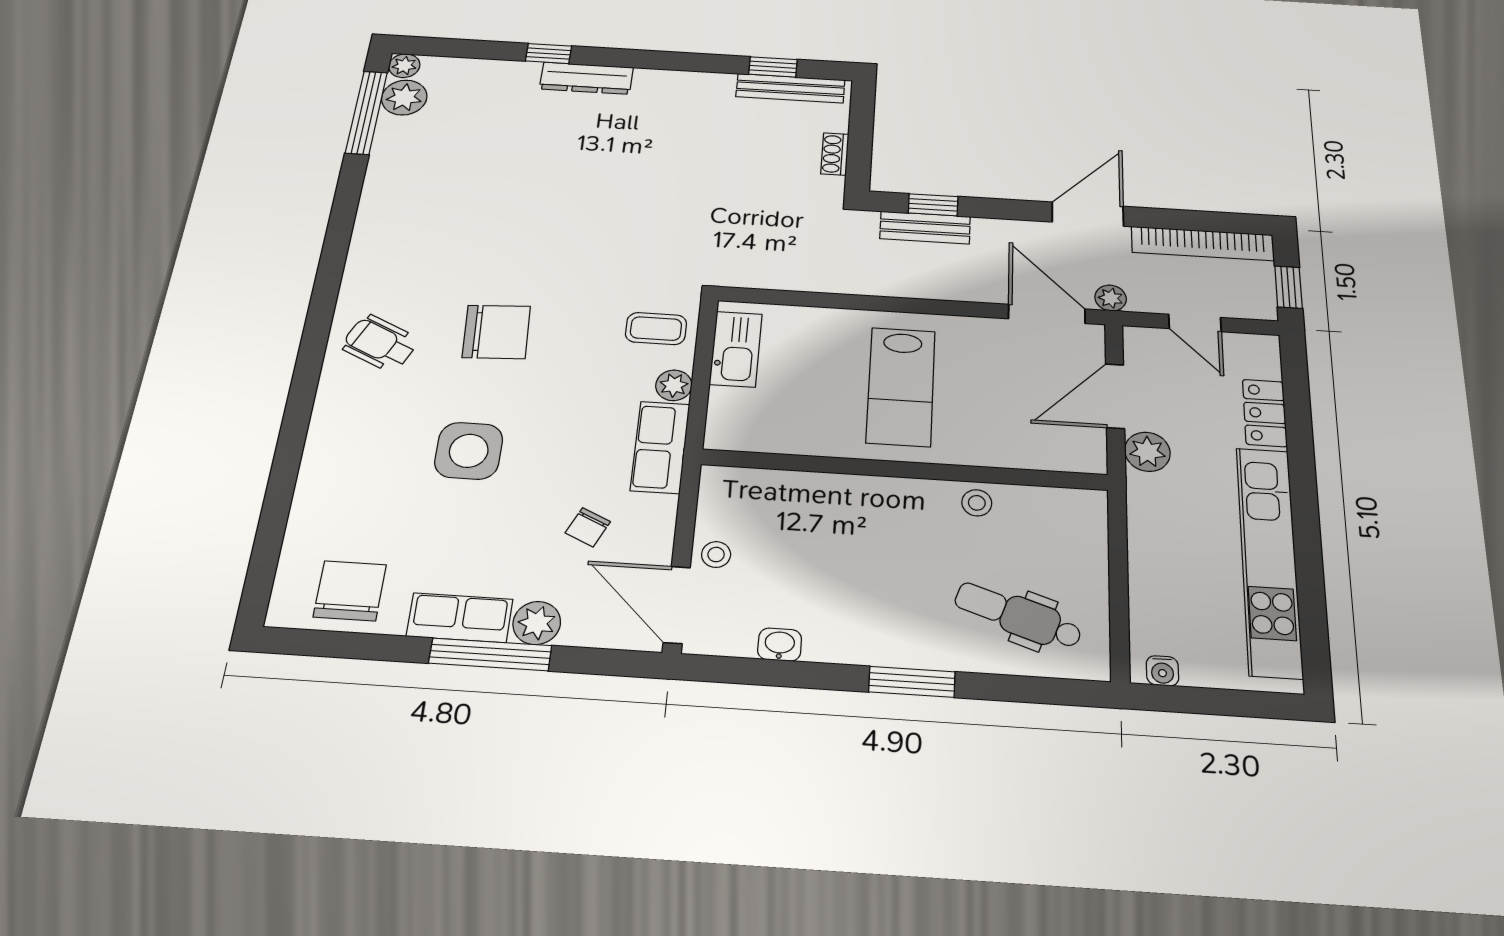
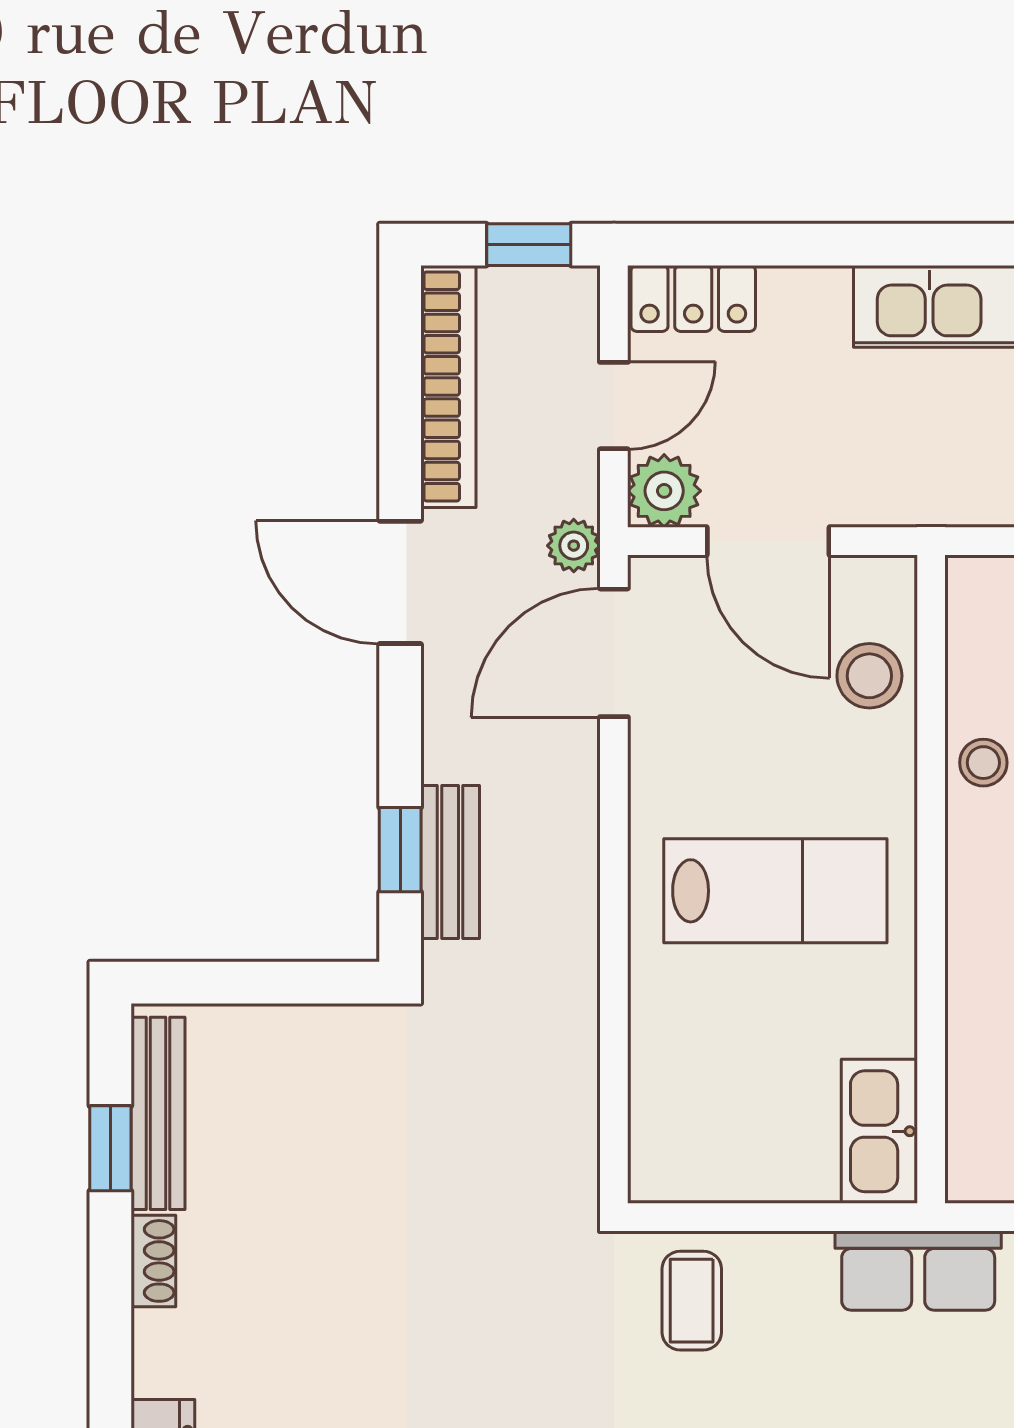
shoe rack: (835, 154) -> (153, 1261), moved, turned -90
kitchen sink: (736, 349) -> (879, 1131), moved, turned -90
plant: (674, 385) -> (800, 1260), removed
locker: (1265, 413) -> (693, 298), moved
stool: (1032, 444) -> (869, 676), added
plant: (1147, 452) -> (664, 491), moved

